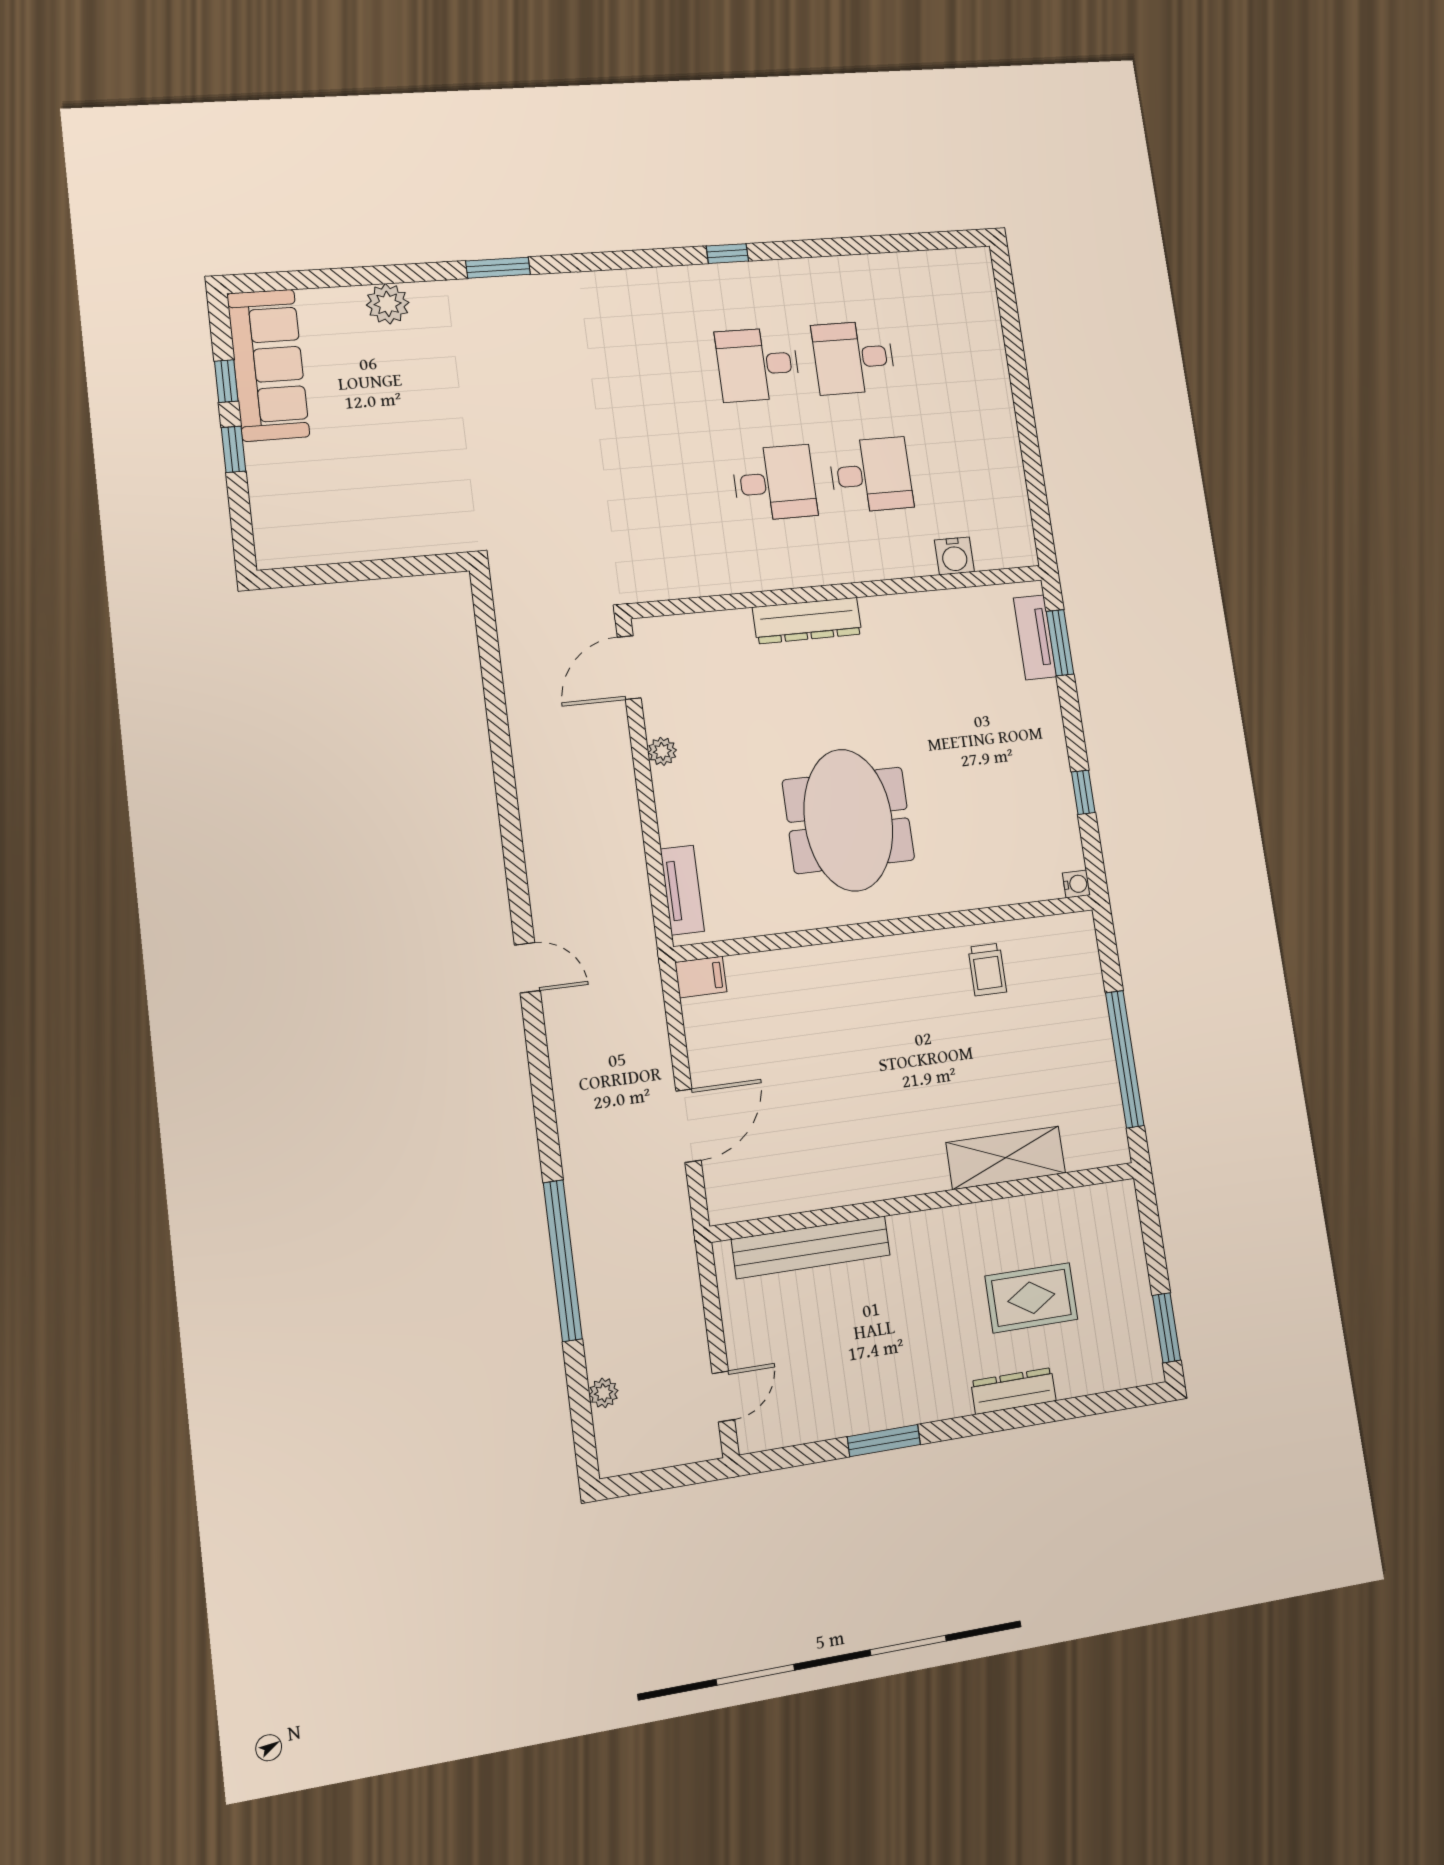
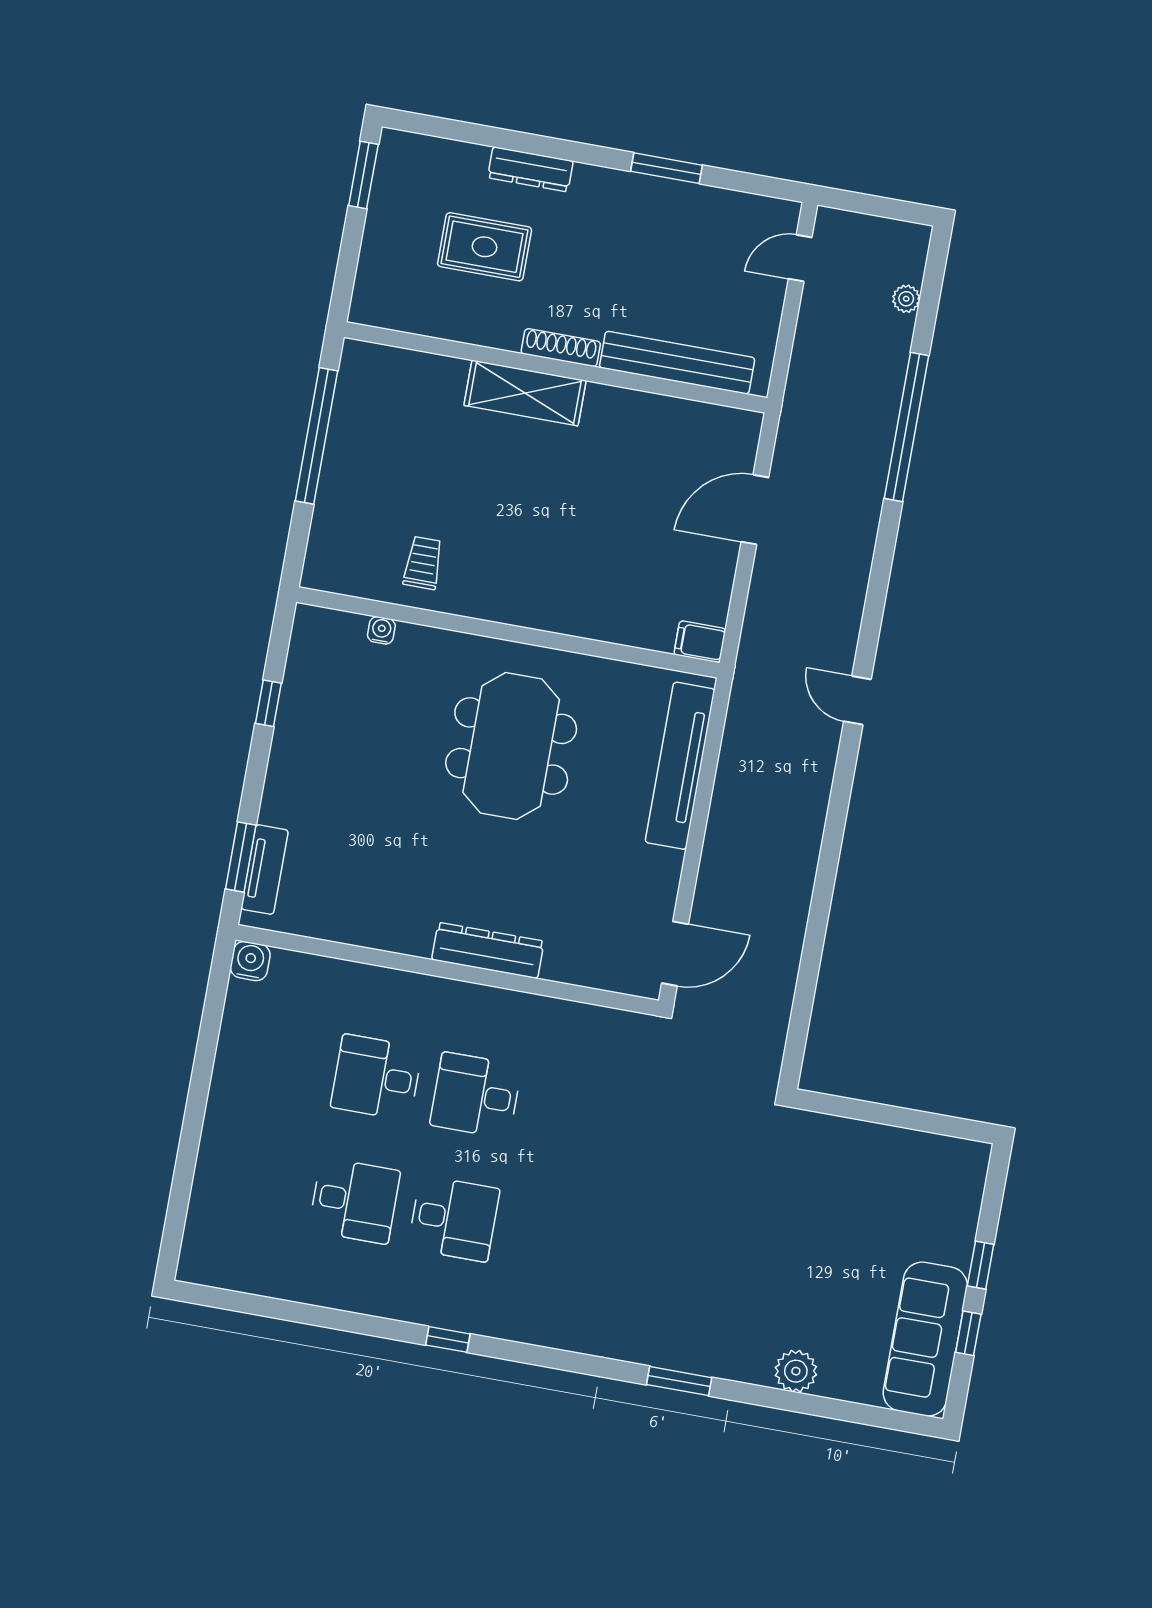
water cooler: (954, 556) -> (250, 961), moved
plant: (662, 751) -> (669, 864), removed
water cooler: (1076, 884) -> (381, 630), moved, turned 90
tv unit: (682, 890) -> (680, 766), width x1.92, depth x1.29
shelving: (1006, 1158) -> (525, 393), moved
shoe rack: (927, 1223) -> (561, 348), added

